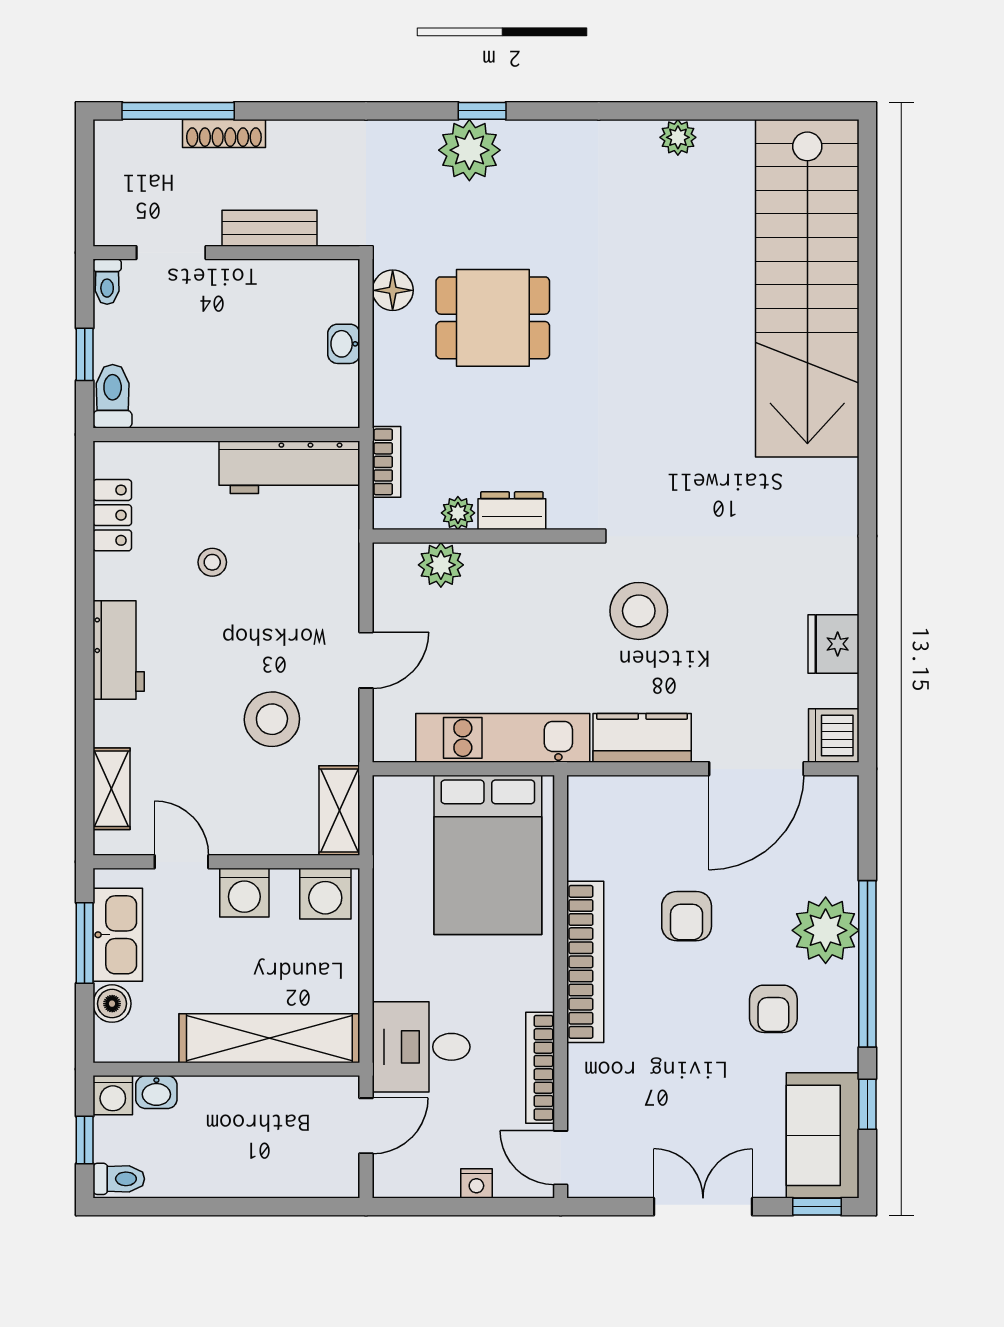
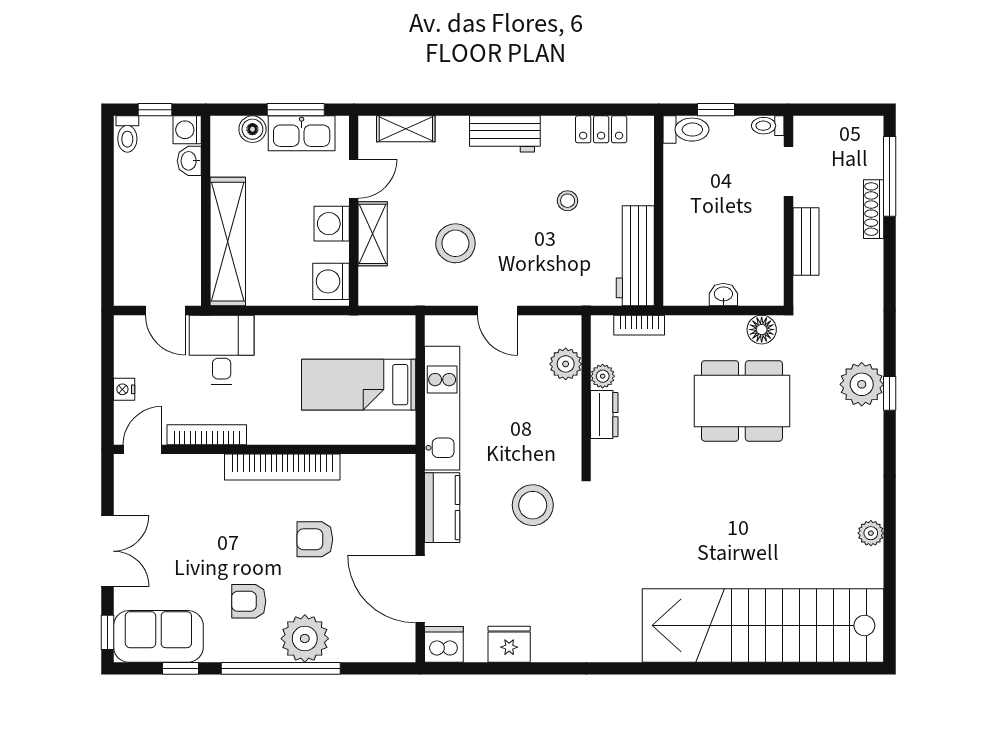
dining table: (493, 318) -> (742, 401), width x1.38
shelving: (339, 811) -> (373, 234), moved, turned 90
bed: (488, 855) -> (359, 385), width x0.67

